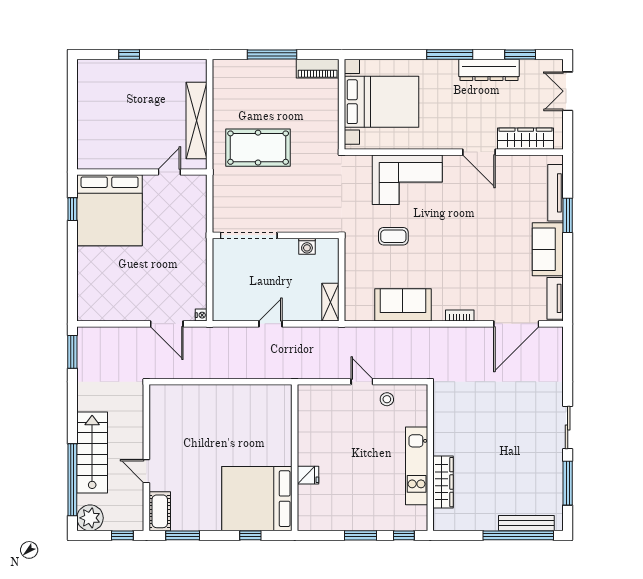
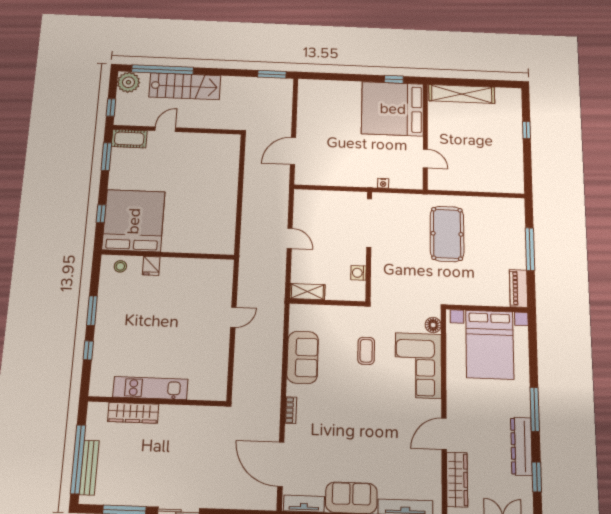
shelving: (197, 120) -> (462, 94), moved
floor lamp: (362, 163) -> (433, 325), added
nightstand: (201, 315) -> (383, 183), moved
stool: (387, 399) -> (120, 266), moved
wall: (430, 458) -> (157, 401), moved
kitchen unit: (417, 466) -> (150, 388), moved
wardrobe: (443, 482) -> (133, 413), moved

